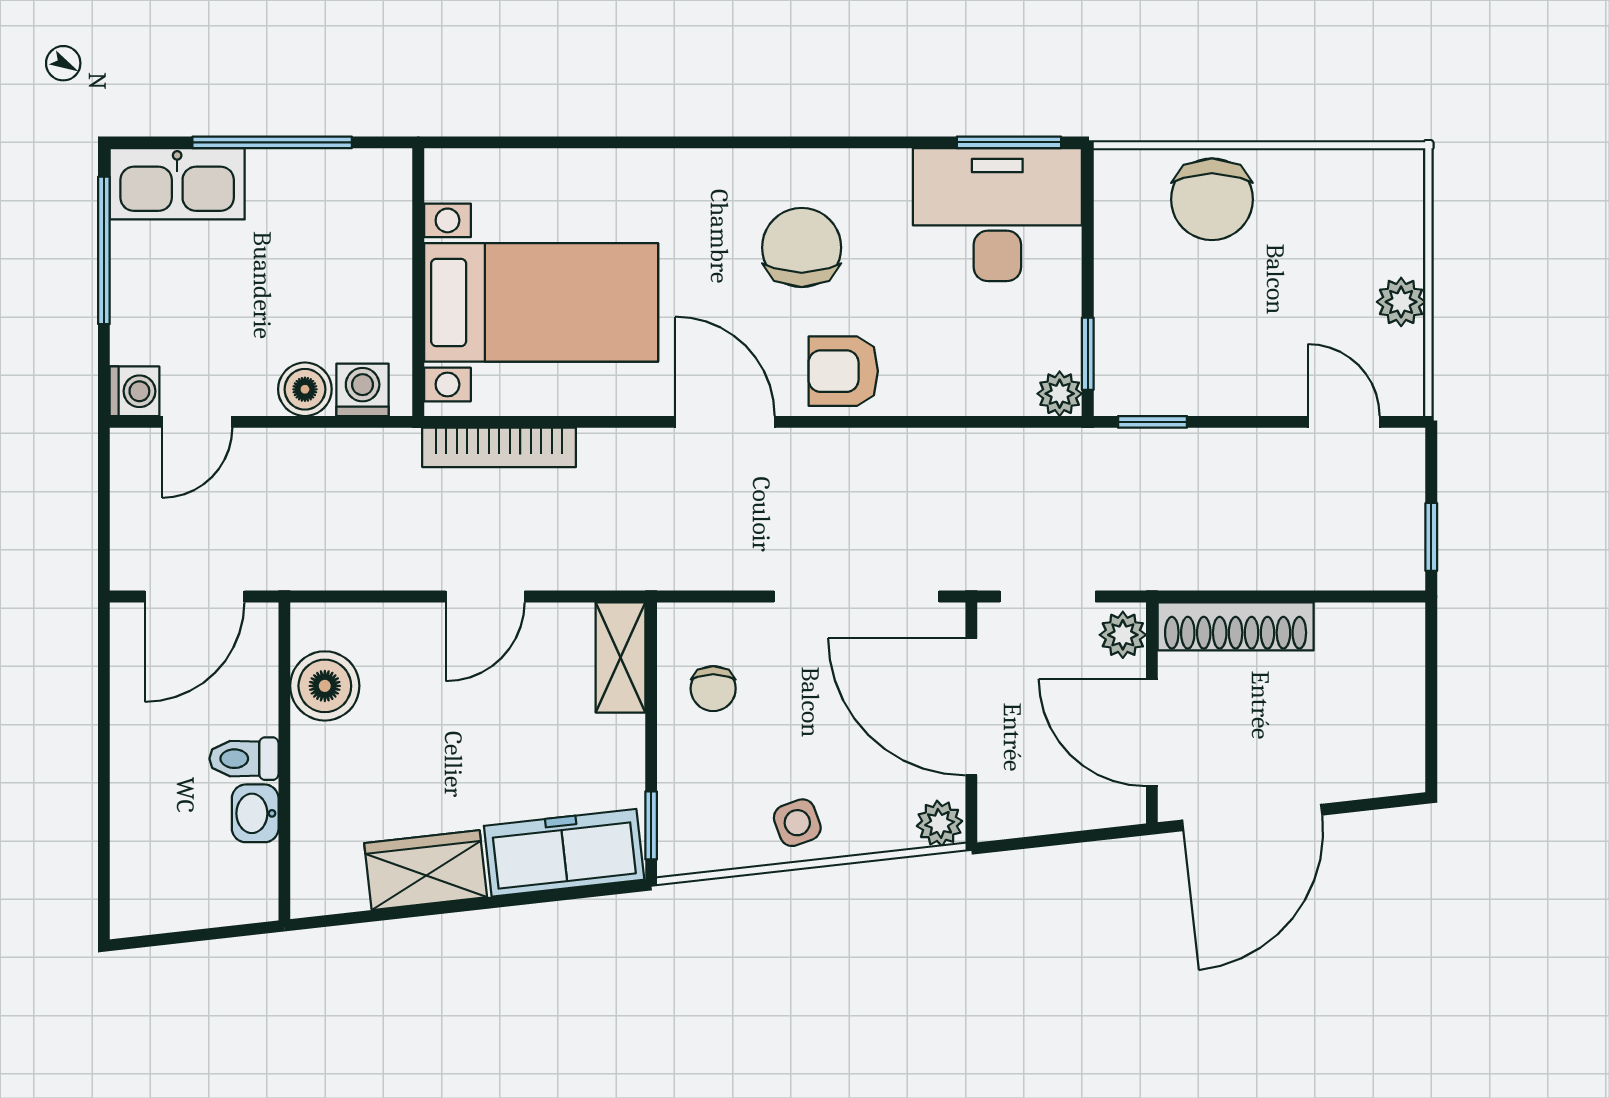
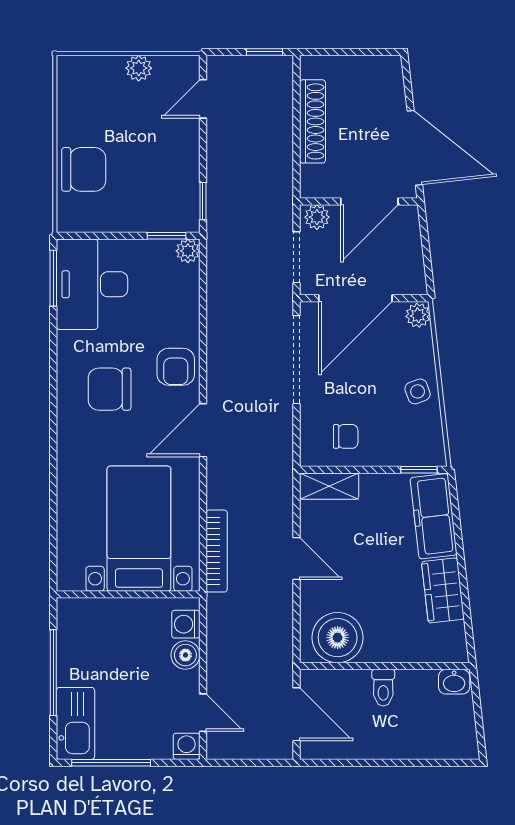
shoe rack: (1236, 626) -> (312, 121), moved
boiler: (325, 686) -> (338, 638), width x1.37, depth x1.37
washbasin: (255, 813) -> (454, 682), moved

